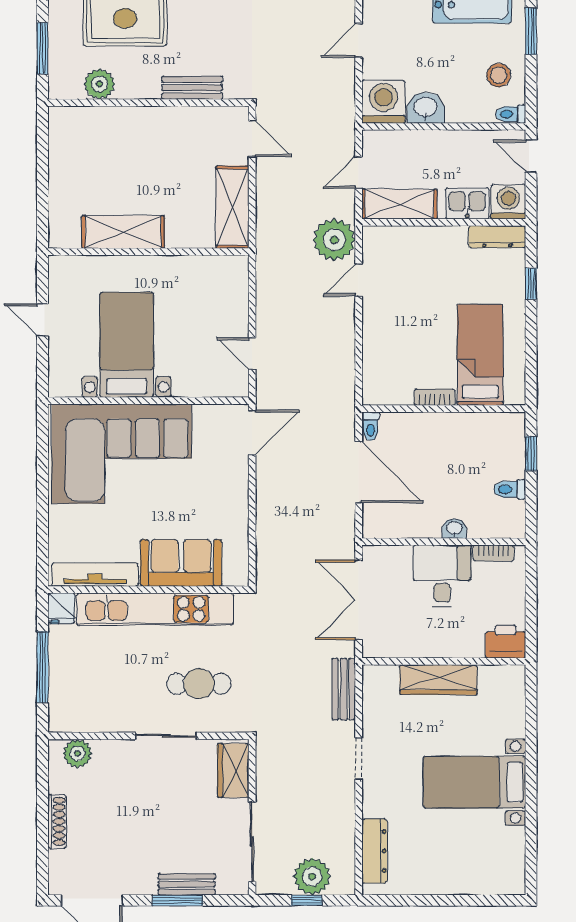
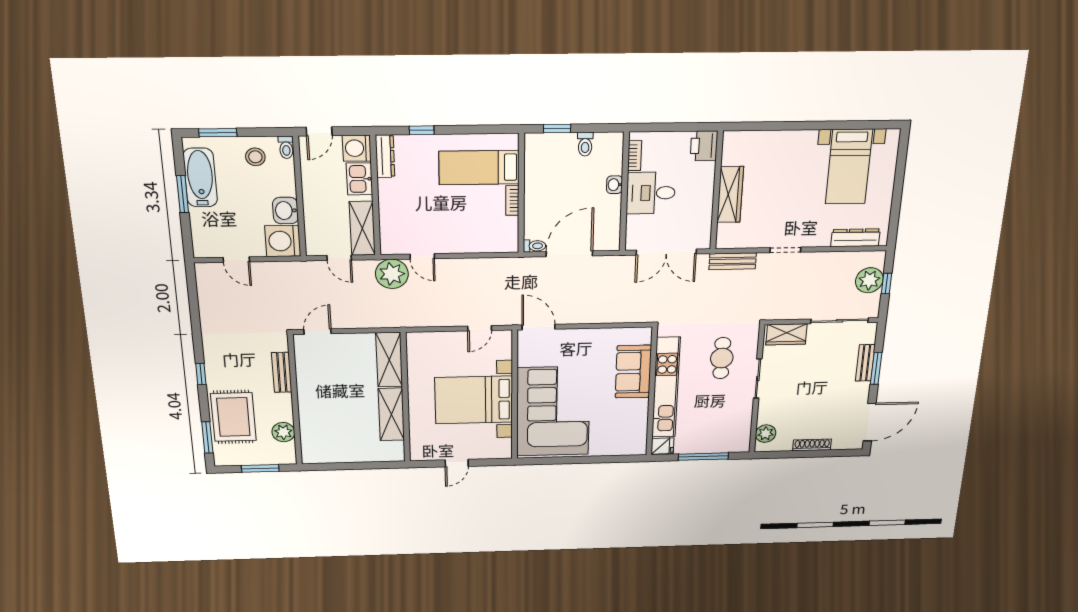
shelving: (232, 207) -> (389, 360), moved, turned 90
bed with nightstands: (127, 345) -> (474, 400), width x1.36
tv unit: (95, 575) -> (640, 426), removed
bed with nightstands: (474, 782) -> (849, 167), moved

